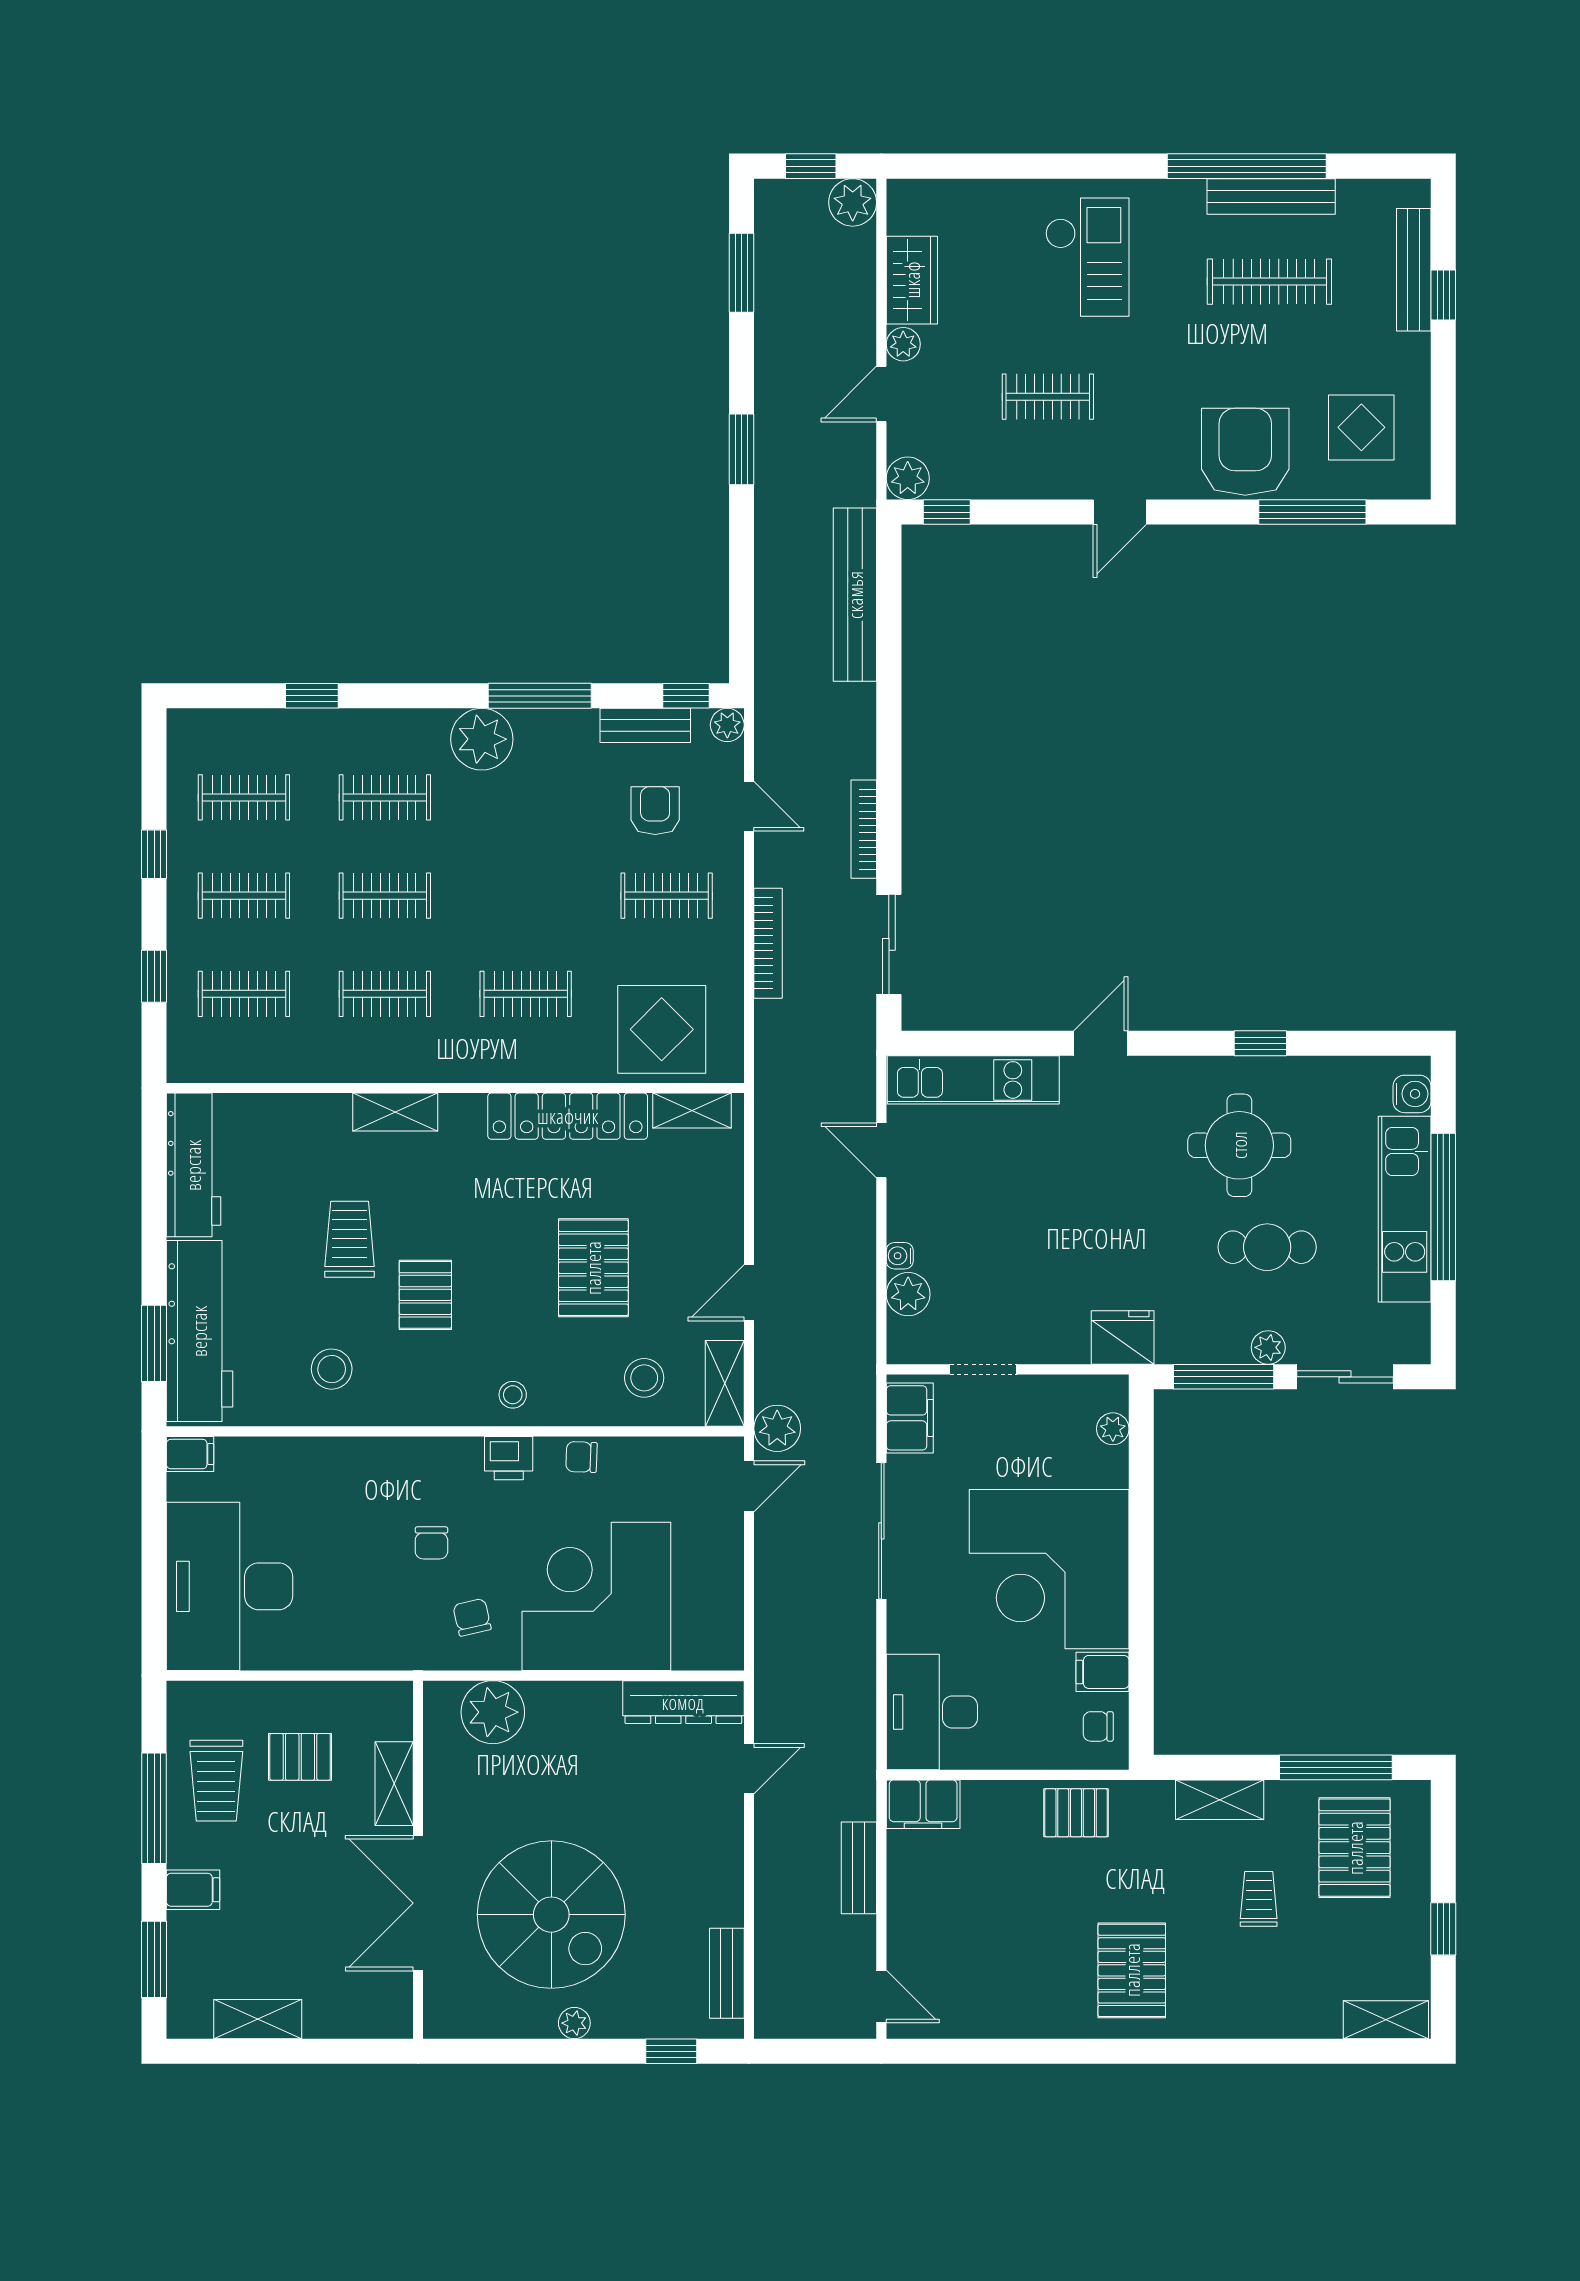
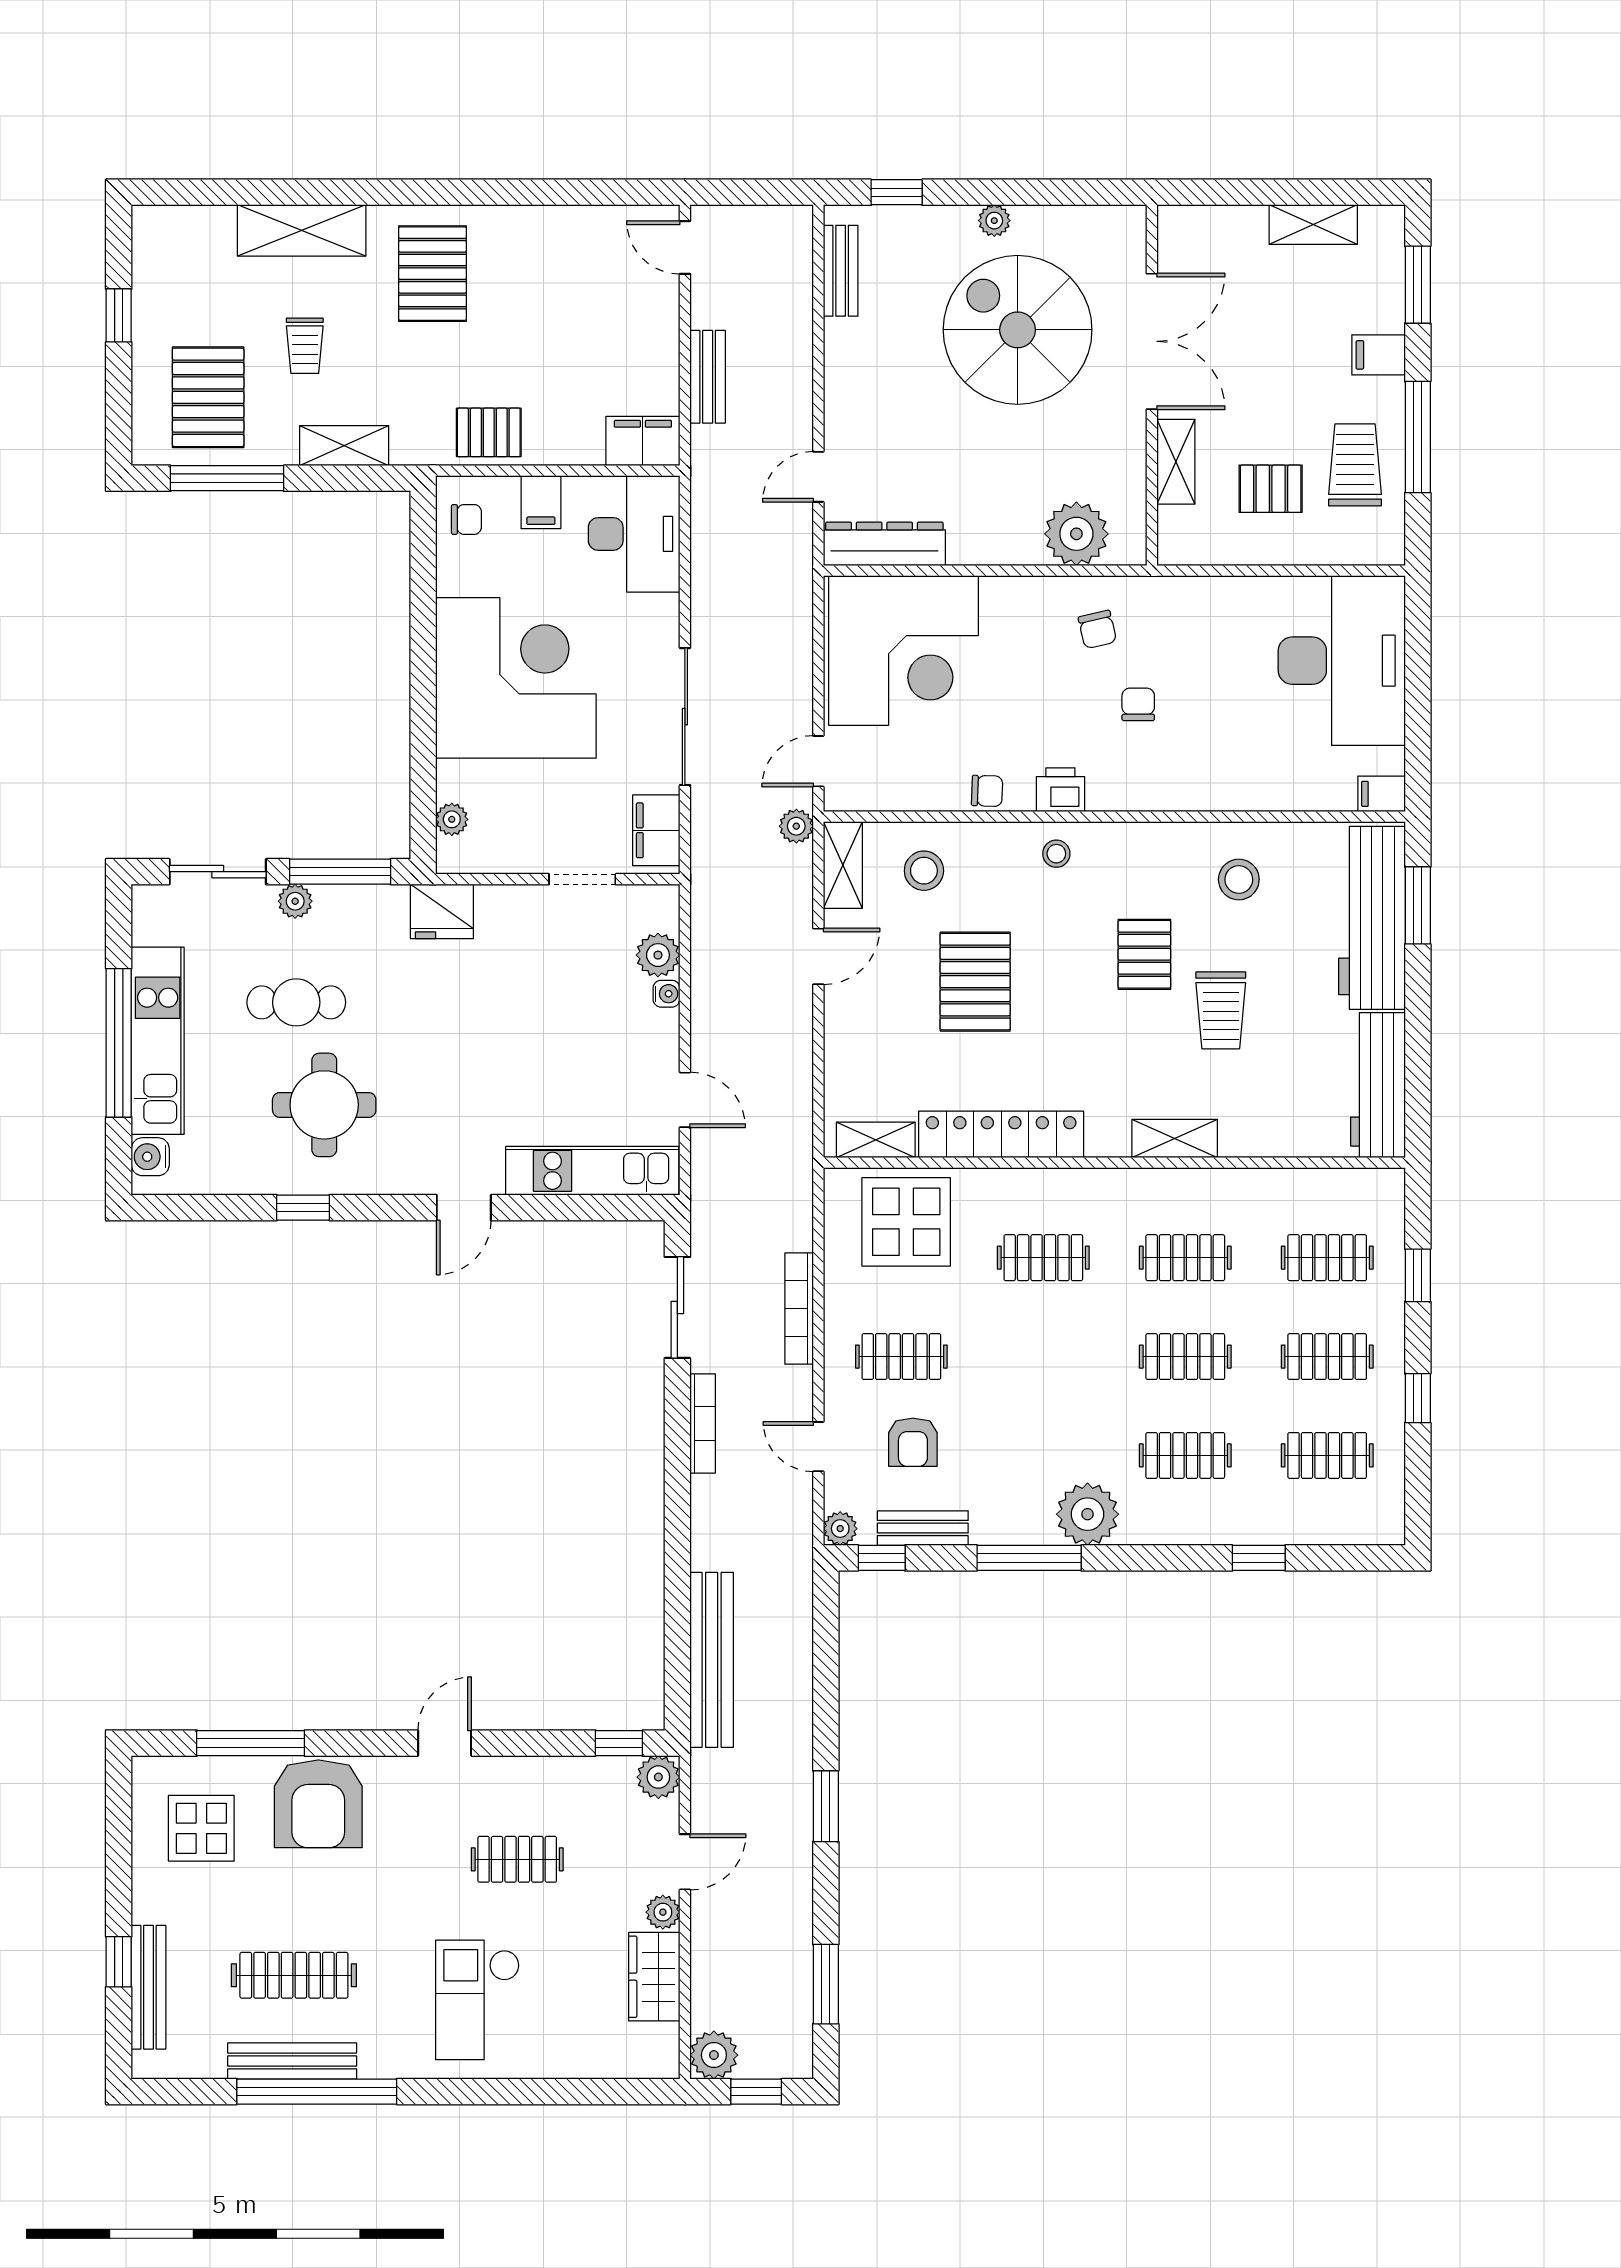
plant: (777, 1428) -> (796, 826), width x0.73, depth x0.73
corner desk: (596, 1596) -> (903, 651), moved
filing cabinet: (1103, 1672) -> (541, 502), moved, turned 90
shelving: (1386, 2020) -> (302, 230), moved, width x1.50, depth x1.33

